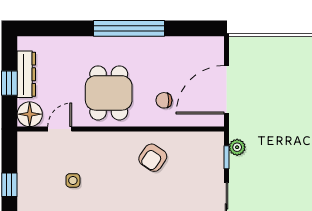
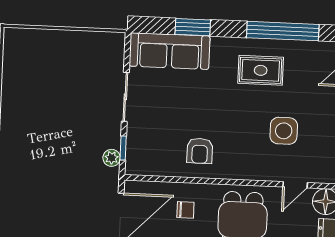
armchair: (153, 158) -> (200, 151), turned 146
side table: (73, 180) -> (284, 131), width x1.87, depth x1.87

